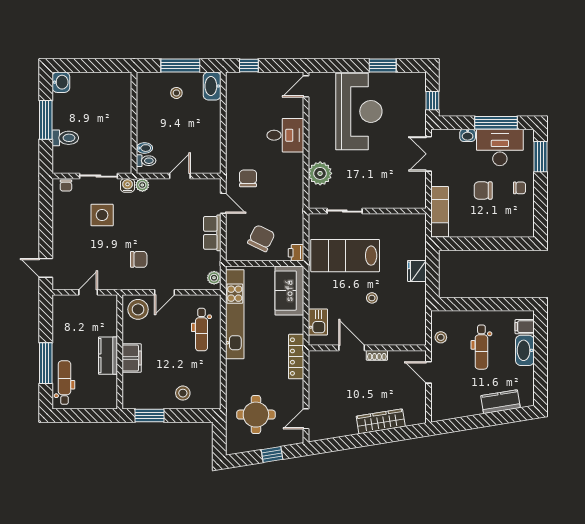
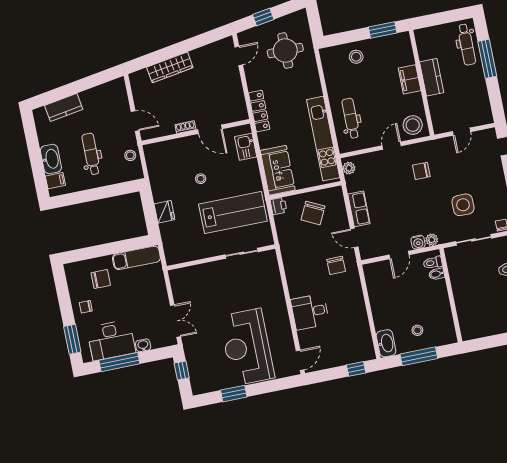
plant: (320, 173) -> (271, 283), removed
water cooler: (127, 185) -> (418, 242), moved
chair: (483, 191) -> (101, 279), moved
exam couch: (440, 212) -> (136, 258), moved, turned -90

